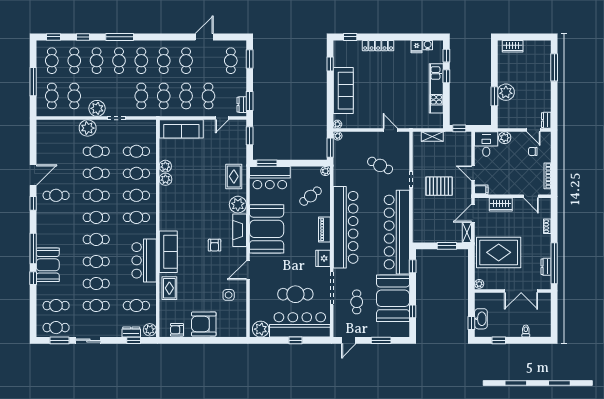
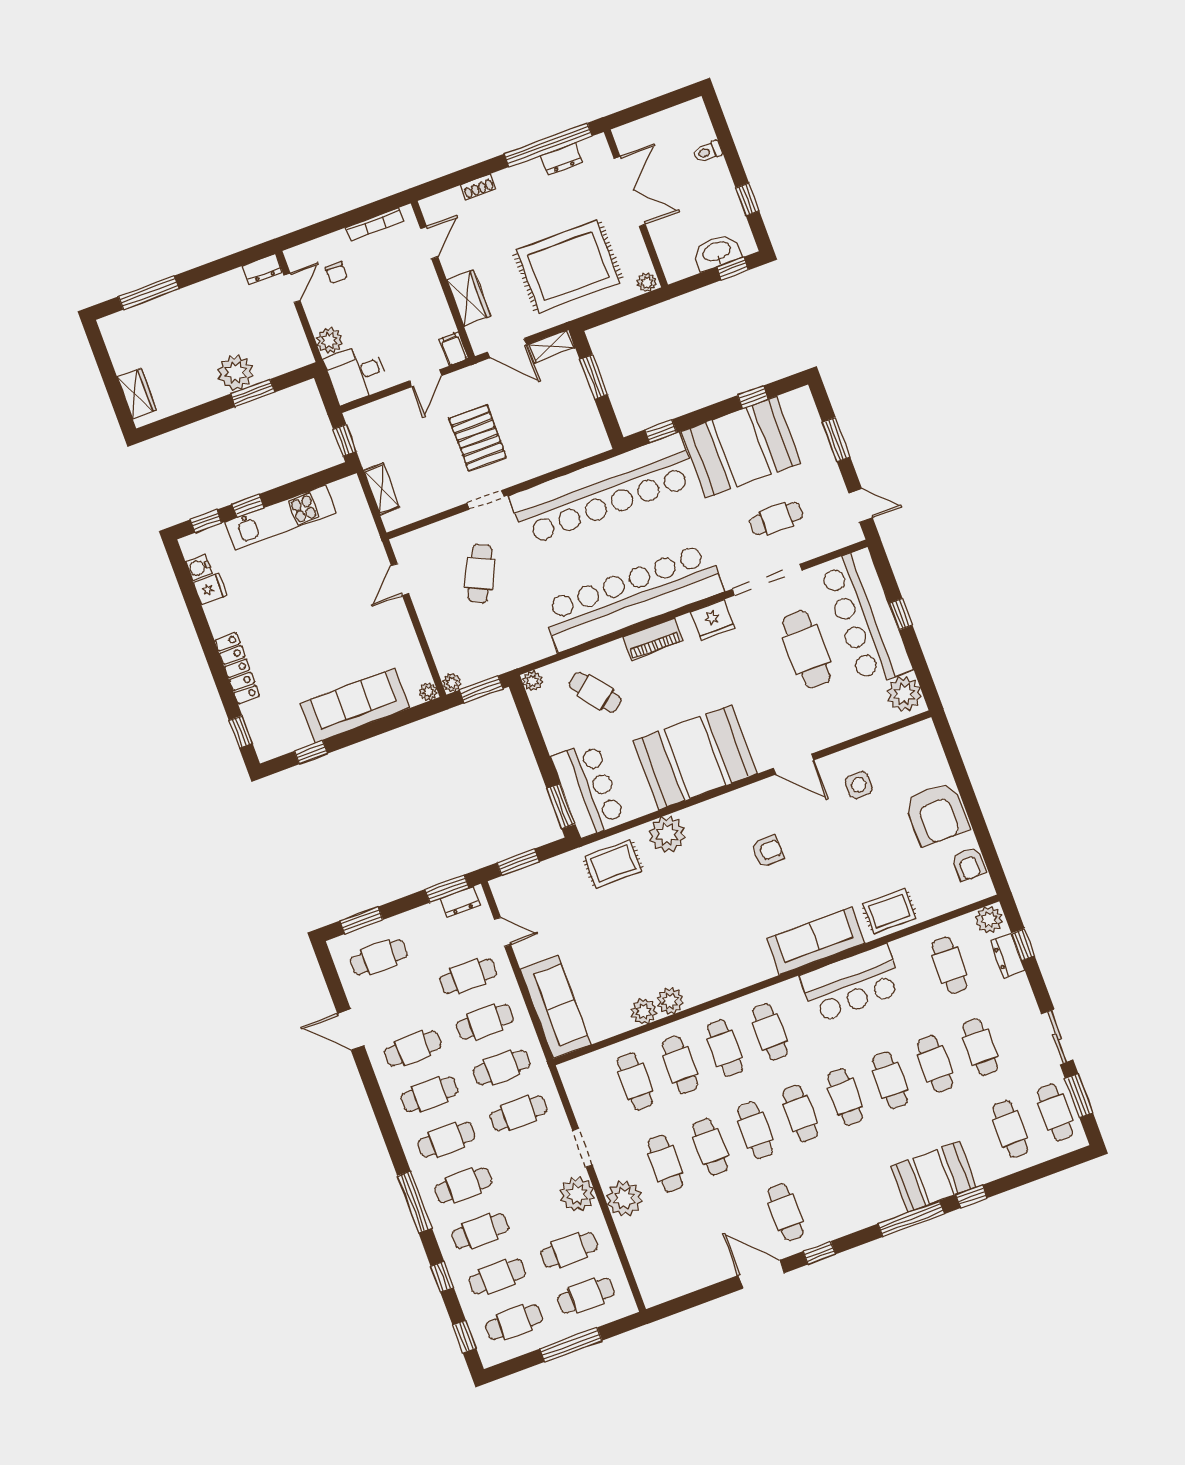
fireplace: (240, 230) -> (718, 811), removed
rug: (499, 252) -> (568, 266), turned 90

